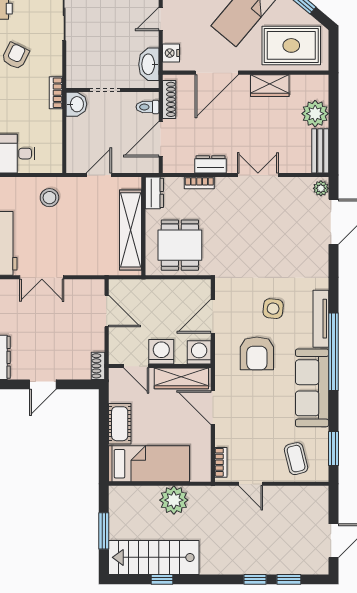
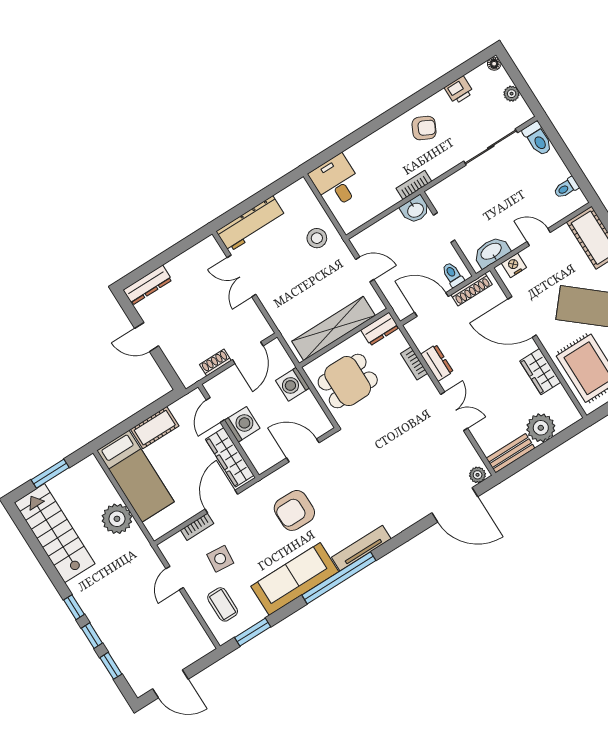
side table: (273, 309) -> (220, 559), moved
washing machine: (199, 352) -> (293, 384), moved, turned 180
shoe rack: (98, 366) -> (215, 363), moved
coffee table: (296, 459) -> (223, 604), turned -76
bookcase: (221, 462) -> (197, 527), moved
window: (162, 579) -> (74, 607), moved

